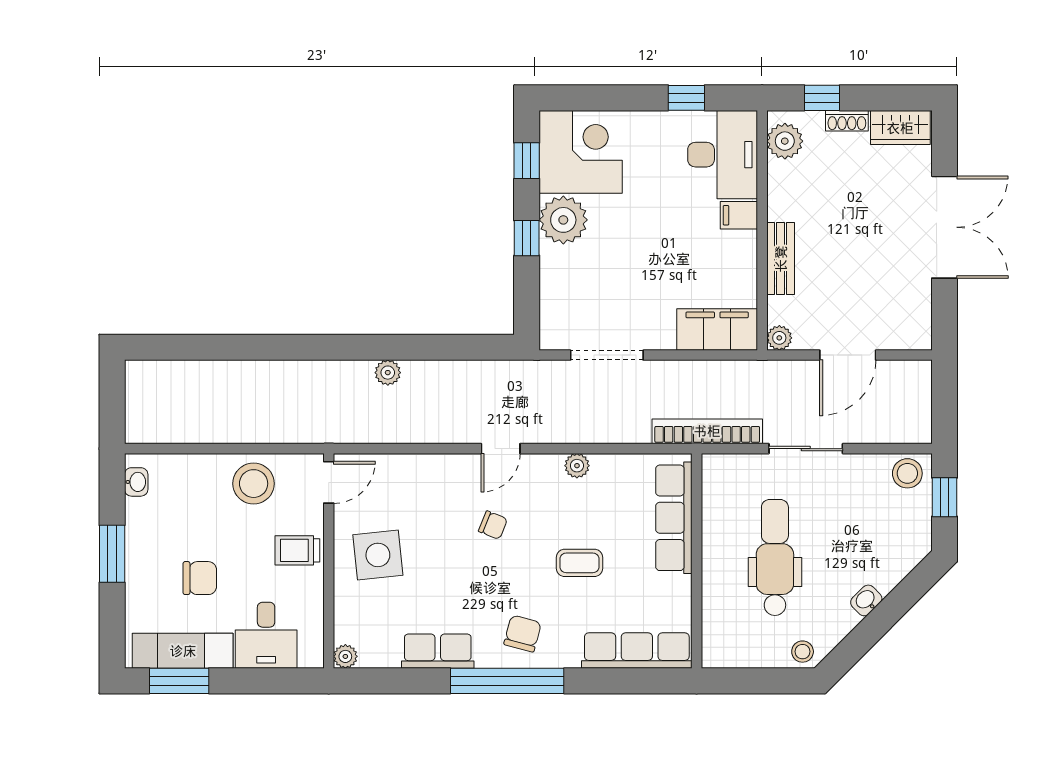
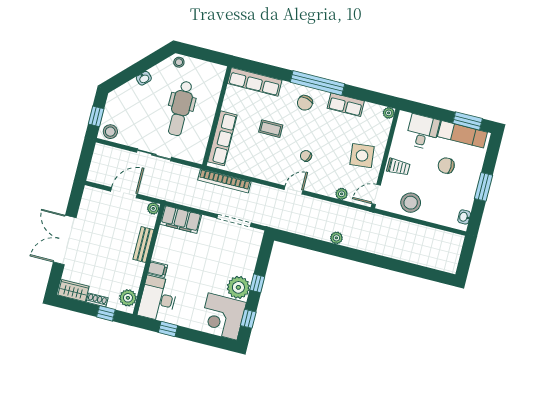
bookcase: (707, 431) -> (224, 181), moved
plant: (577, 466) -> (342, 194), moved

